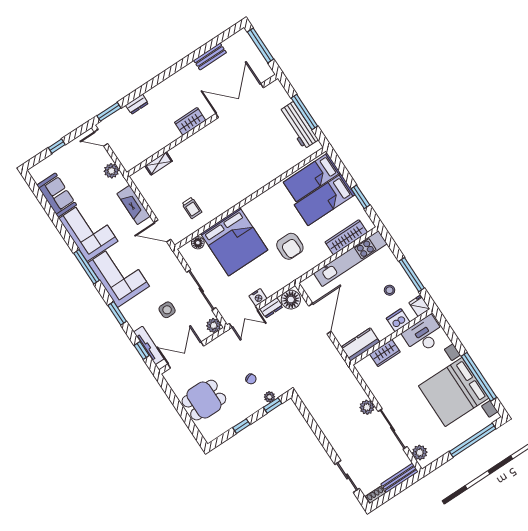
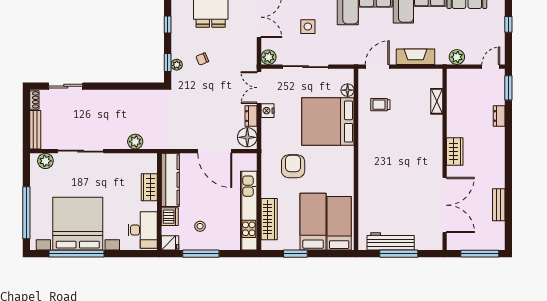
armchair: (290, 246) -> (293, 166), turned 90
kitchen counter: (360, 345) -> (170, 180), width x1.50
plant: (367, 407) -> (135, 142), moved

